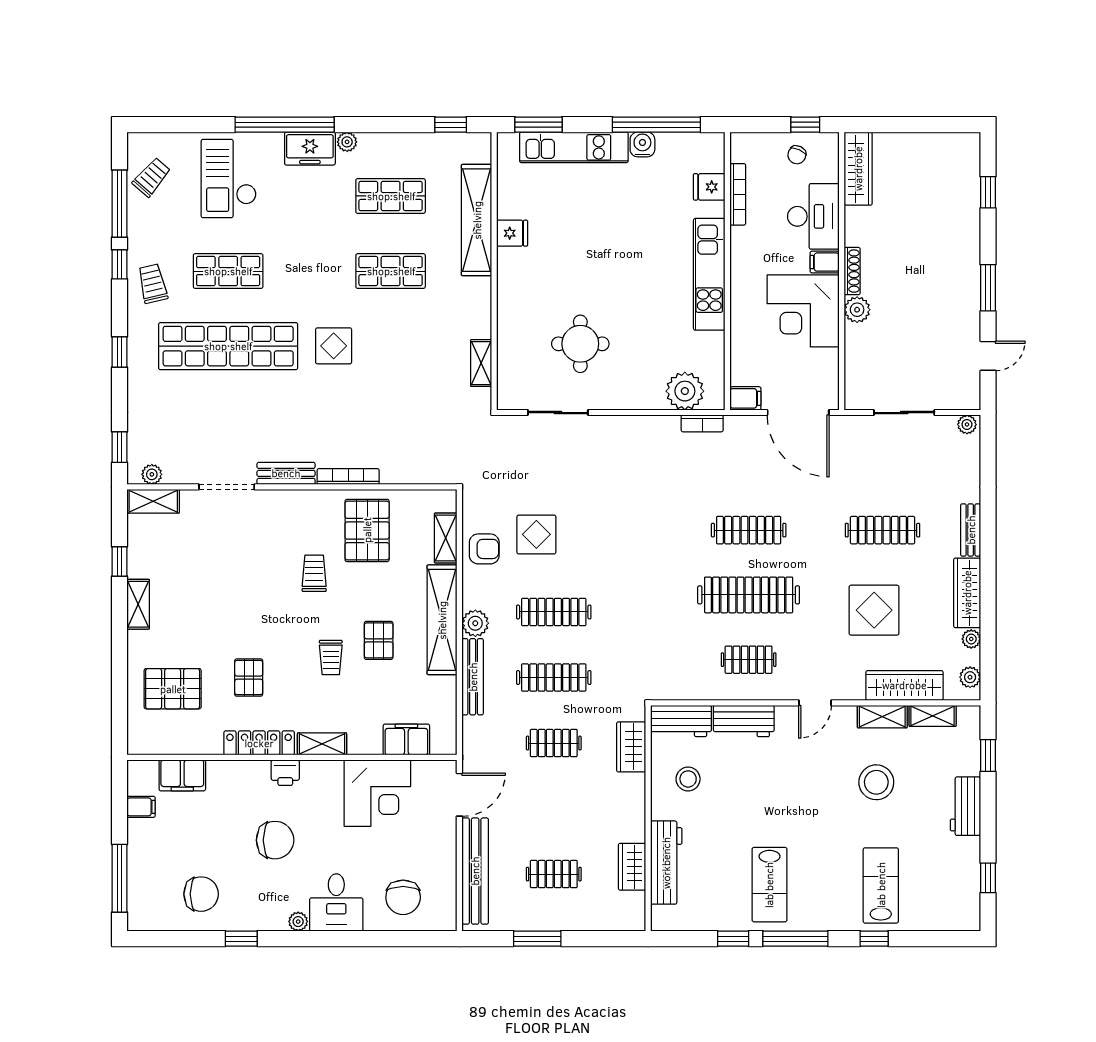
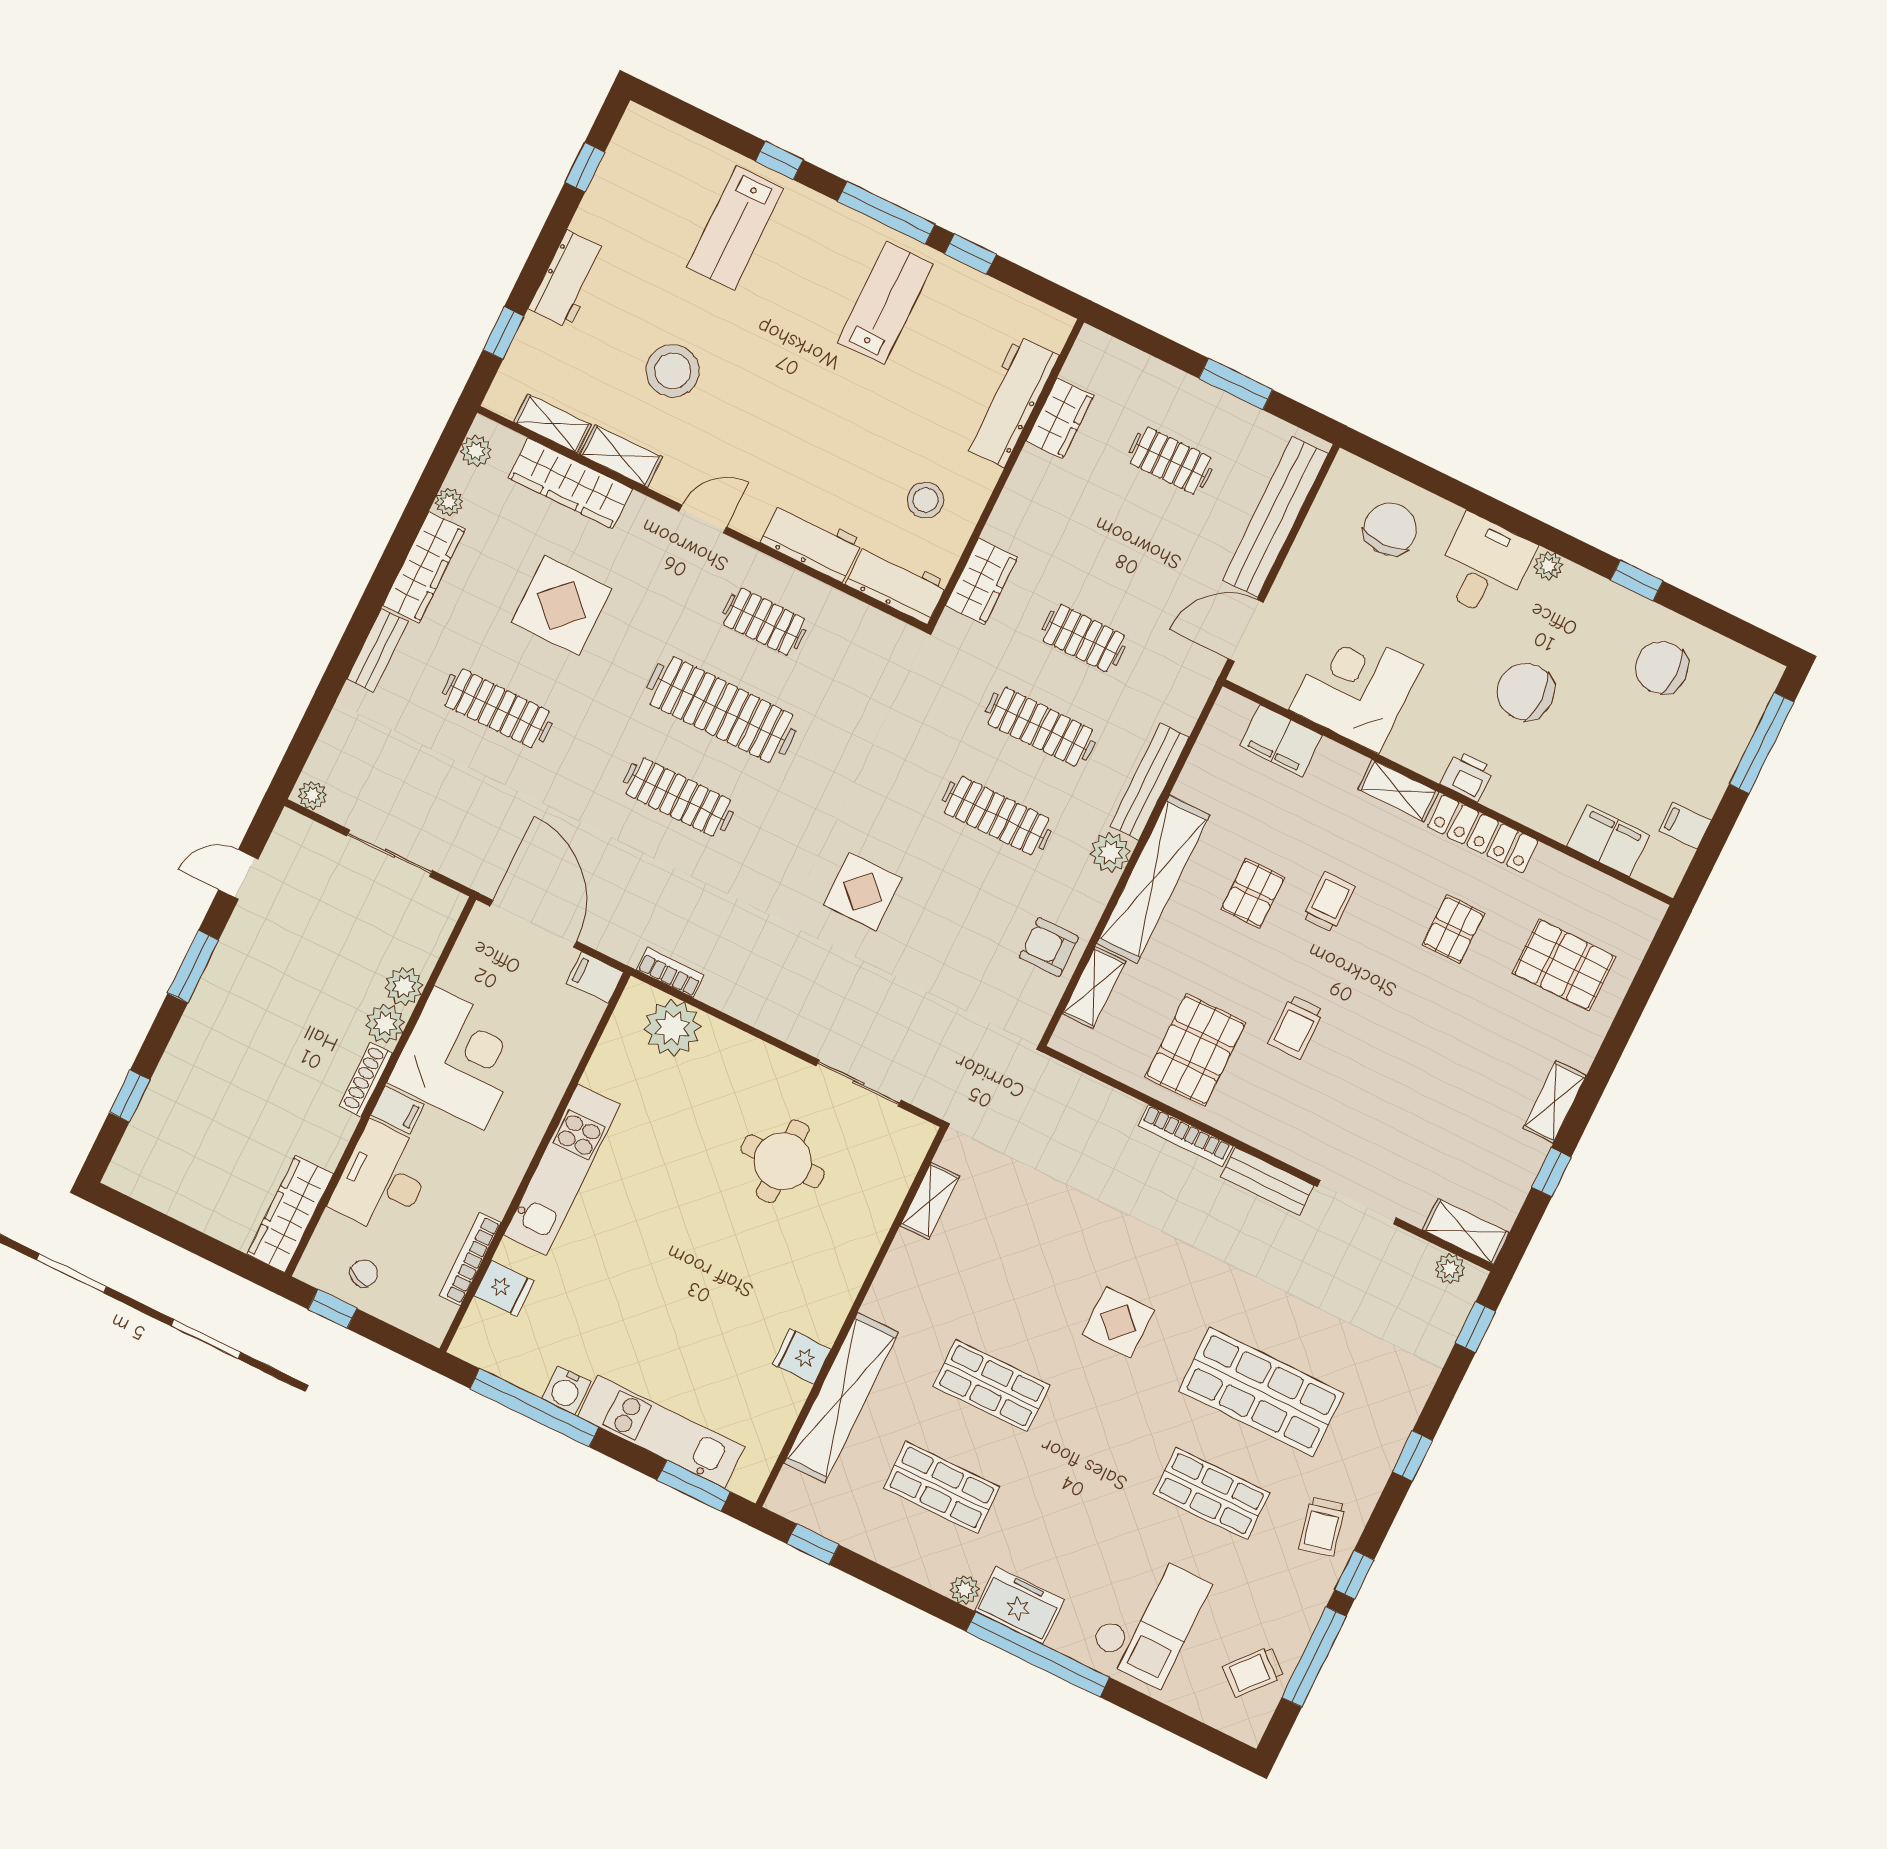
plant: (857, 337) -> (404, 986), added
shop shelf: (228, 346) -> (1261, 1392), width x0.71
display table: (536, 534) -> (863, 891), moved

